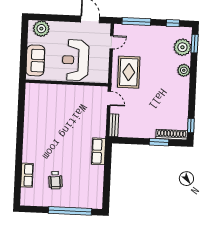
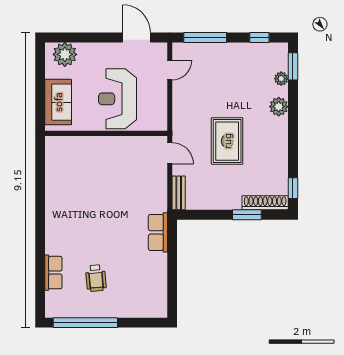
plant: (182, 47) -> (281, 79), width x0.53, depth x0.53
rug: (129, 72) -> (227, 141), moved
window: (70, 211) -> (85, 323), moved

